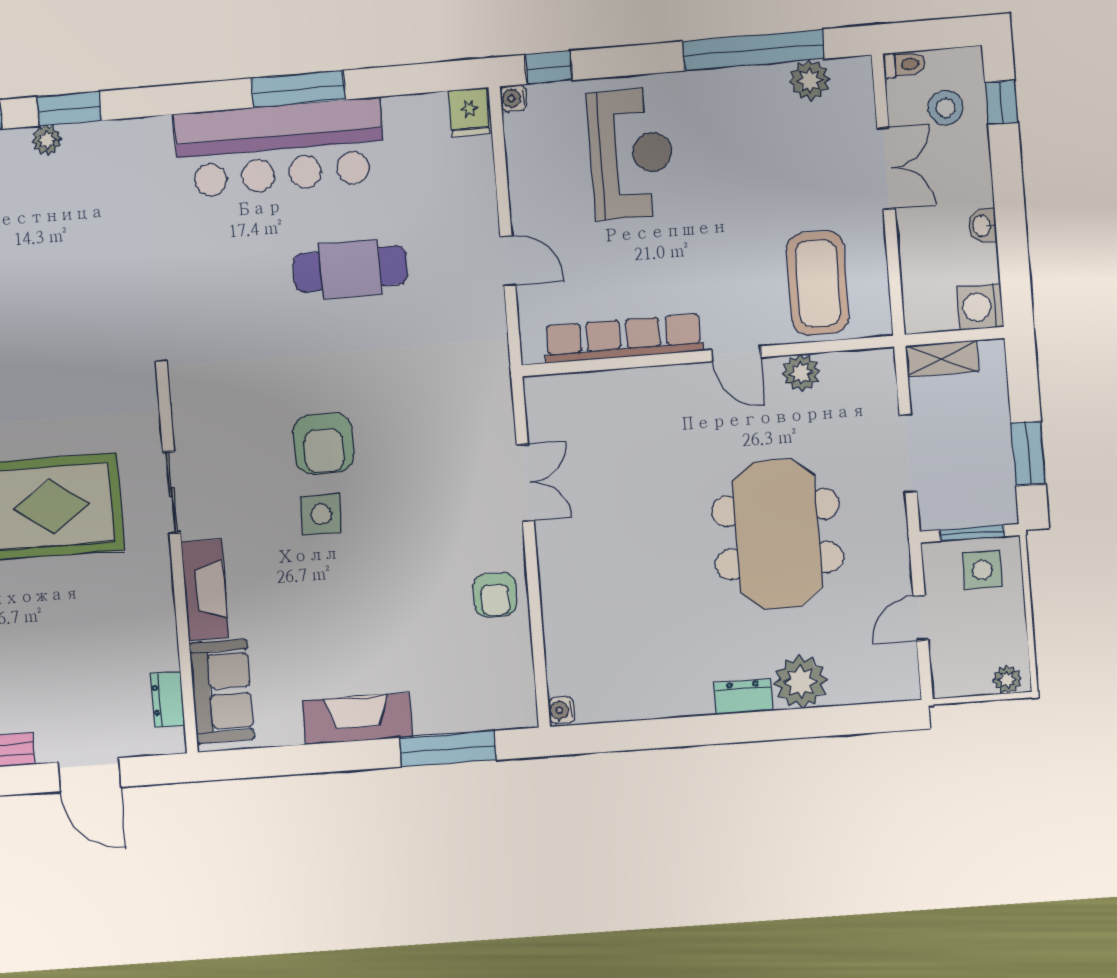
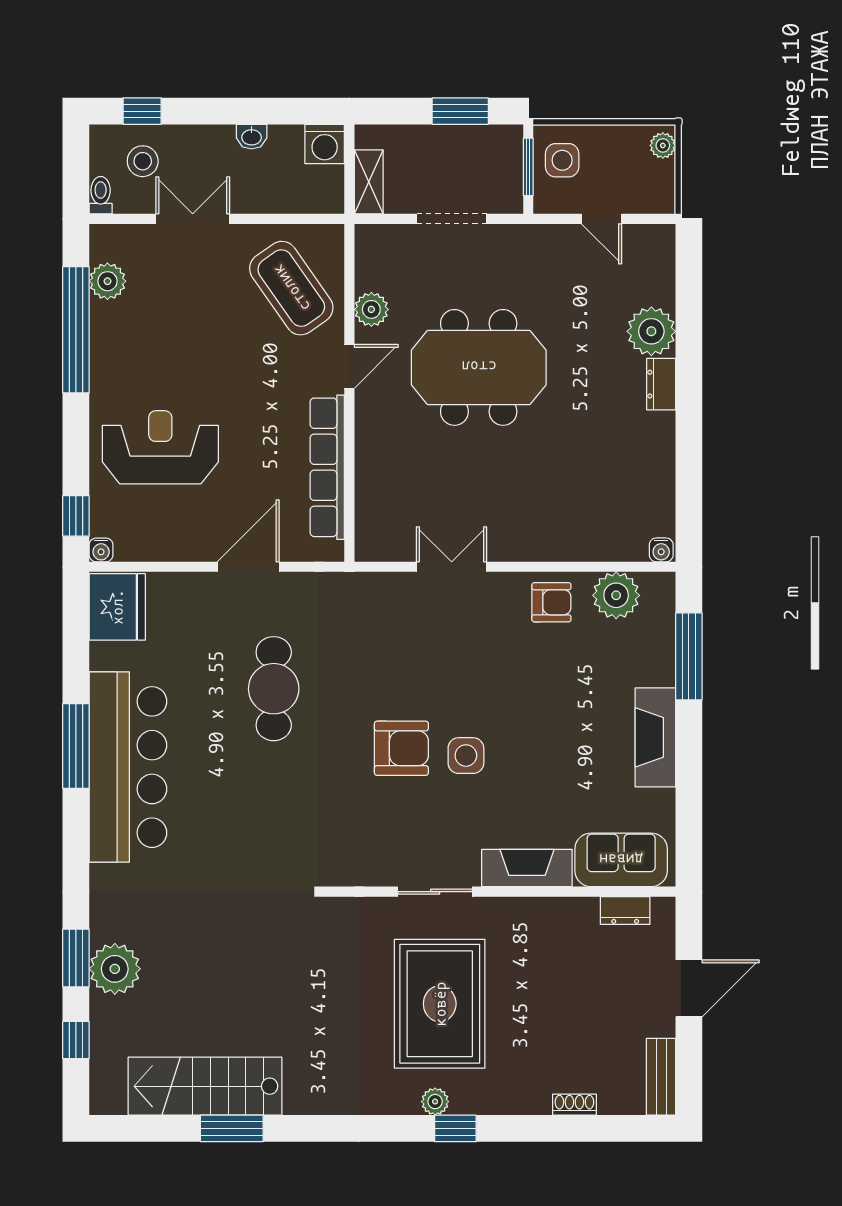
fridge: (469, 112) -> (117, 607), width x1.88, depth x1.34
plant: (47, 140) -> (115, 969), width x1.88, depth x1.88
door: (508, 261) -> (248, 567), width x1.38
cafe table: (350, 269) -> (274, 689), moved
coffee table: (818, 283) -> (291, 288), turned 55
meeting table: (777, 534) -> (479, 367), moved
plant: (508, 665) -> (616, 595), added

